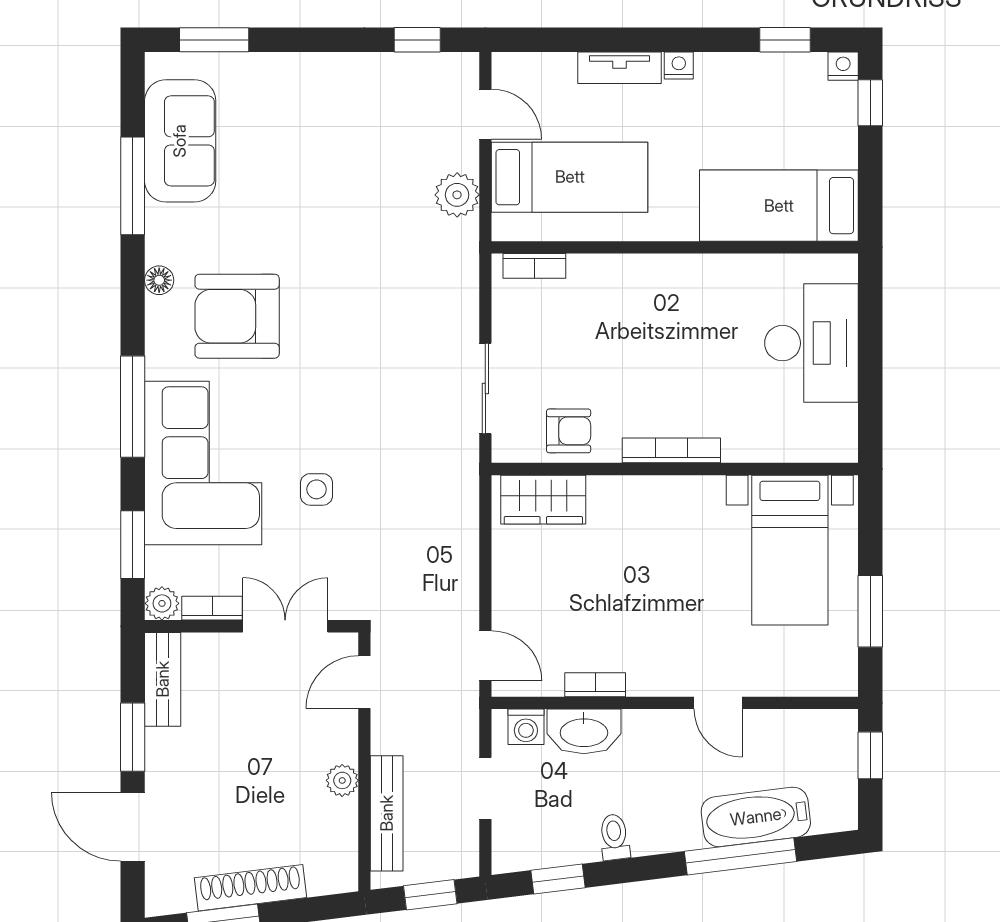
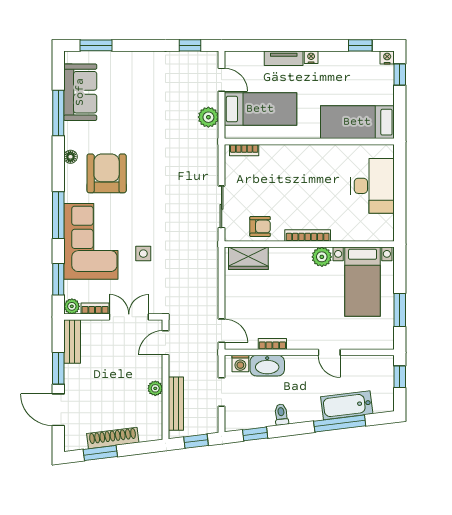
armchair: (237, 316) -> (107, 173), turned 90
plant: (702, 496) -> (322, 257), added

